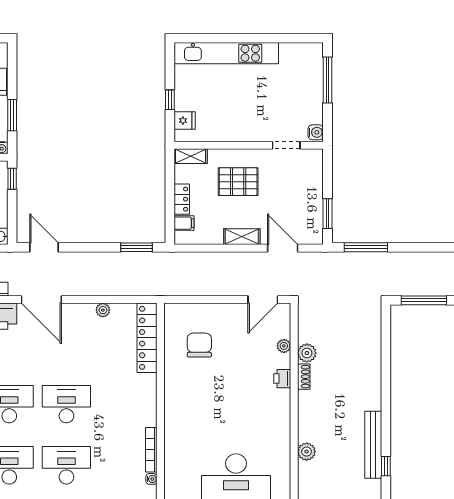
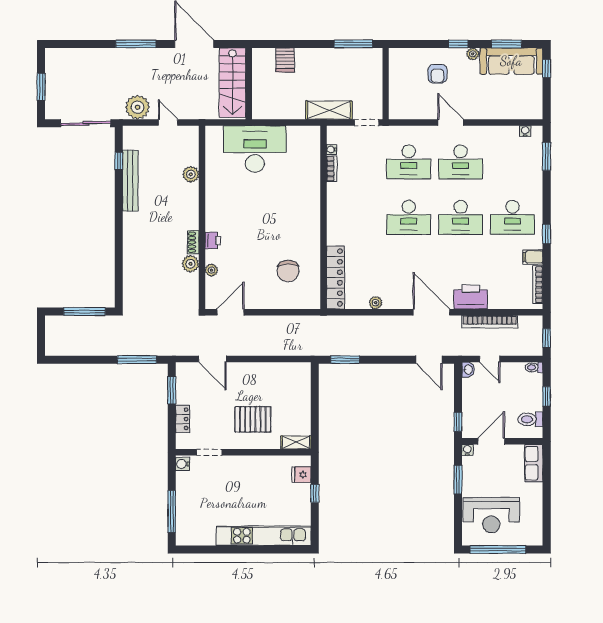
locker: (182, 199) -> (183, 419), moved, turned 180
filing cabinet: (184, 223) -> (302, 382), removed
shelving: (242, 237) -> (250, 369), removed
bookcase: (151, 450) -> (332, 169), width x0.64

